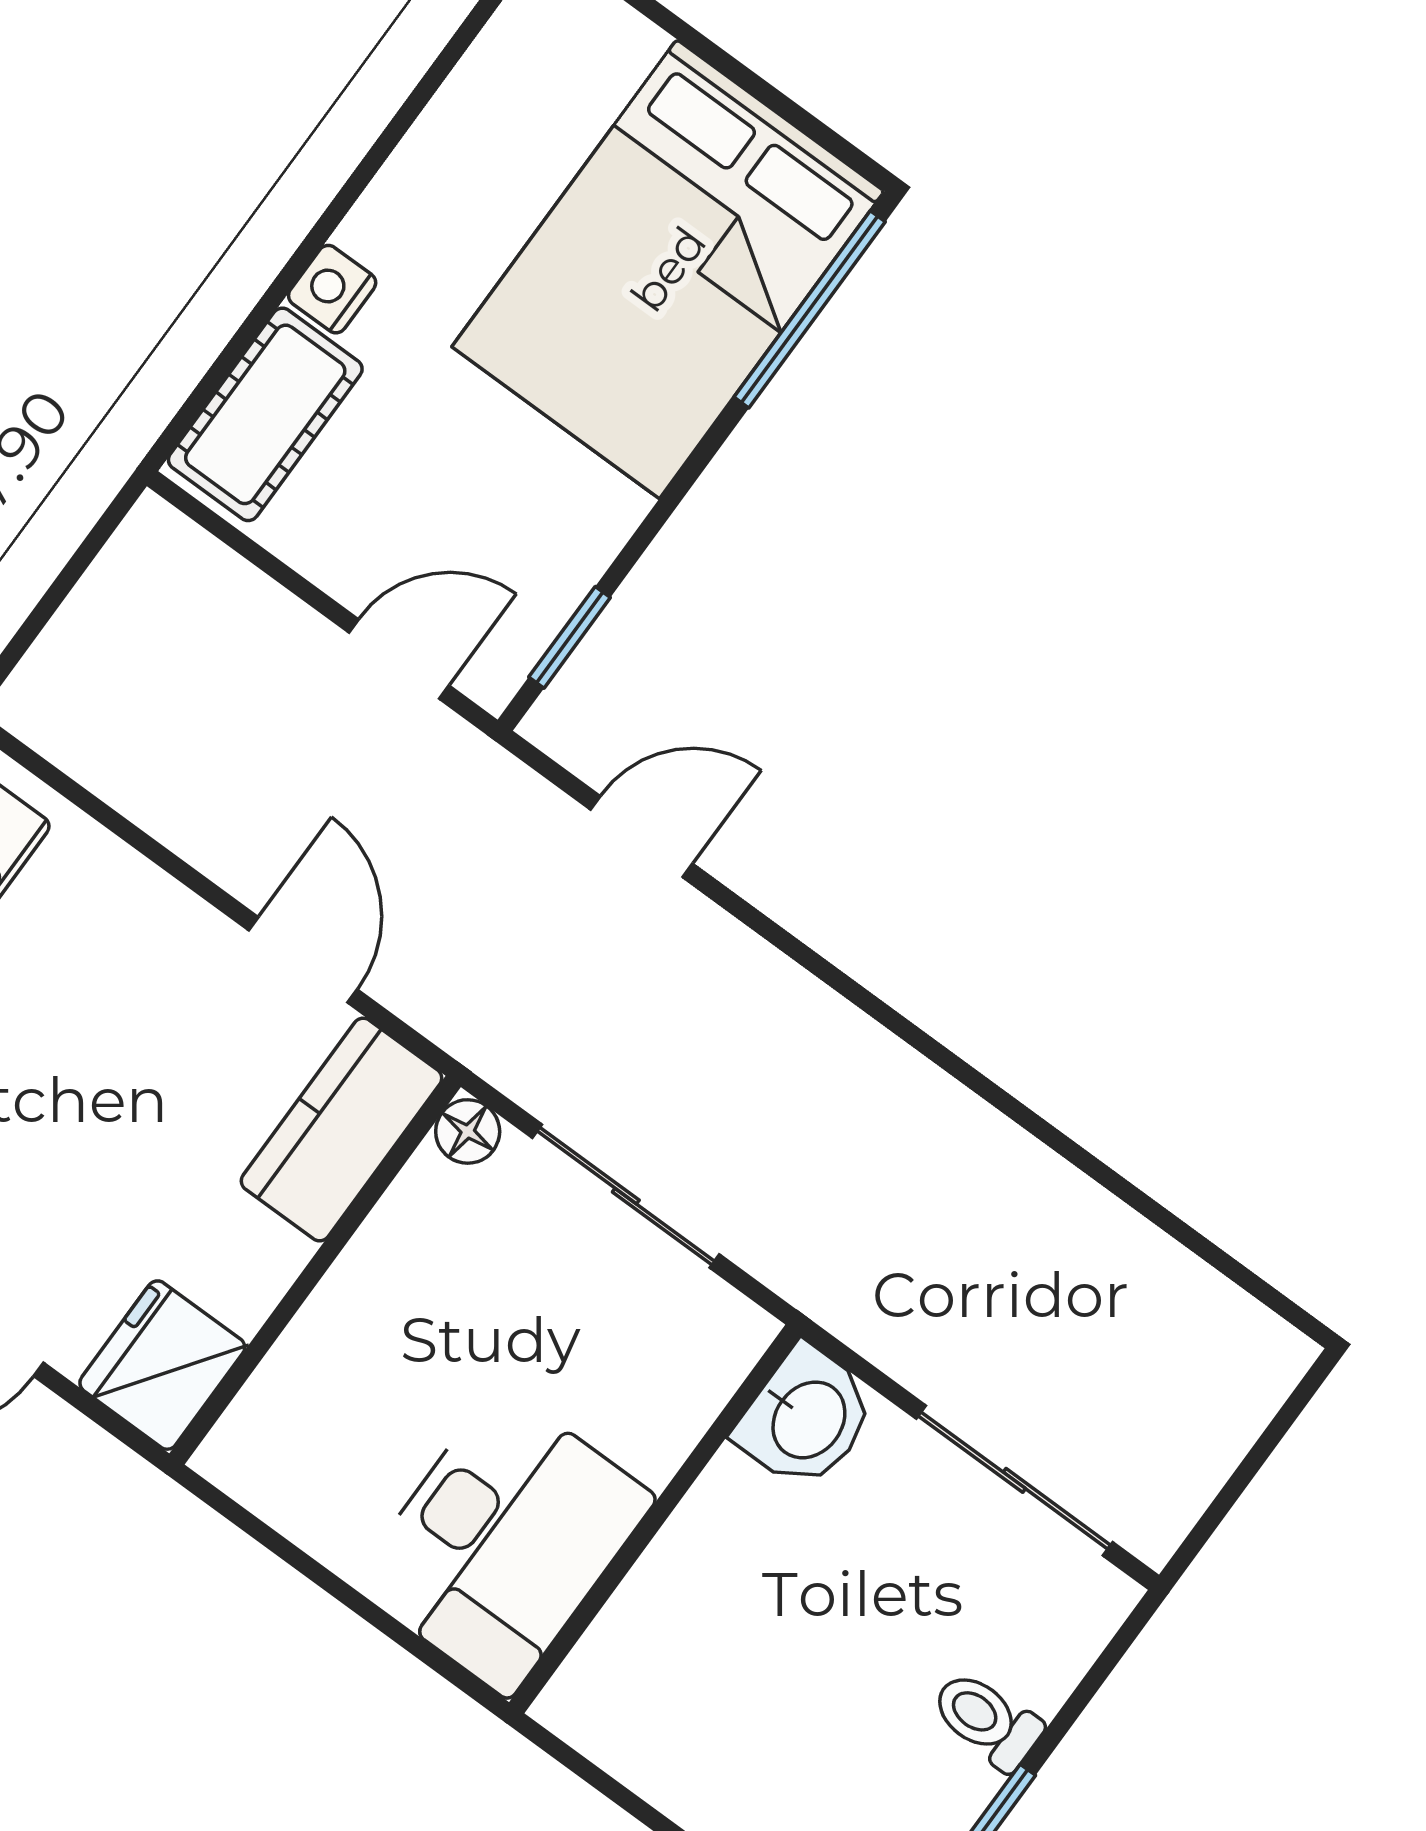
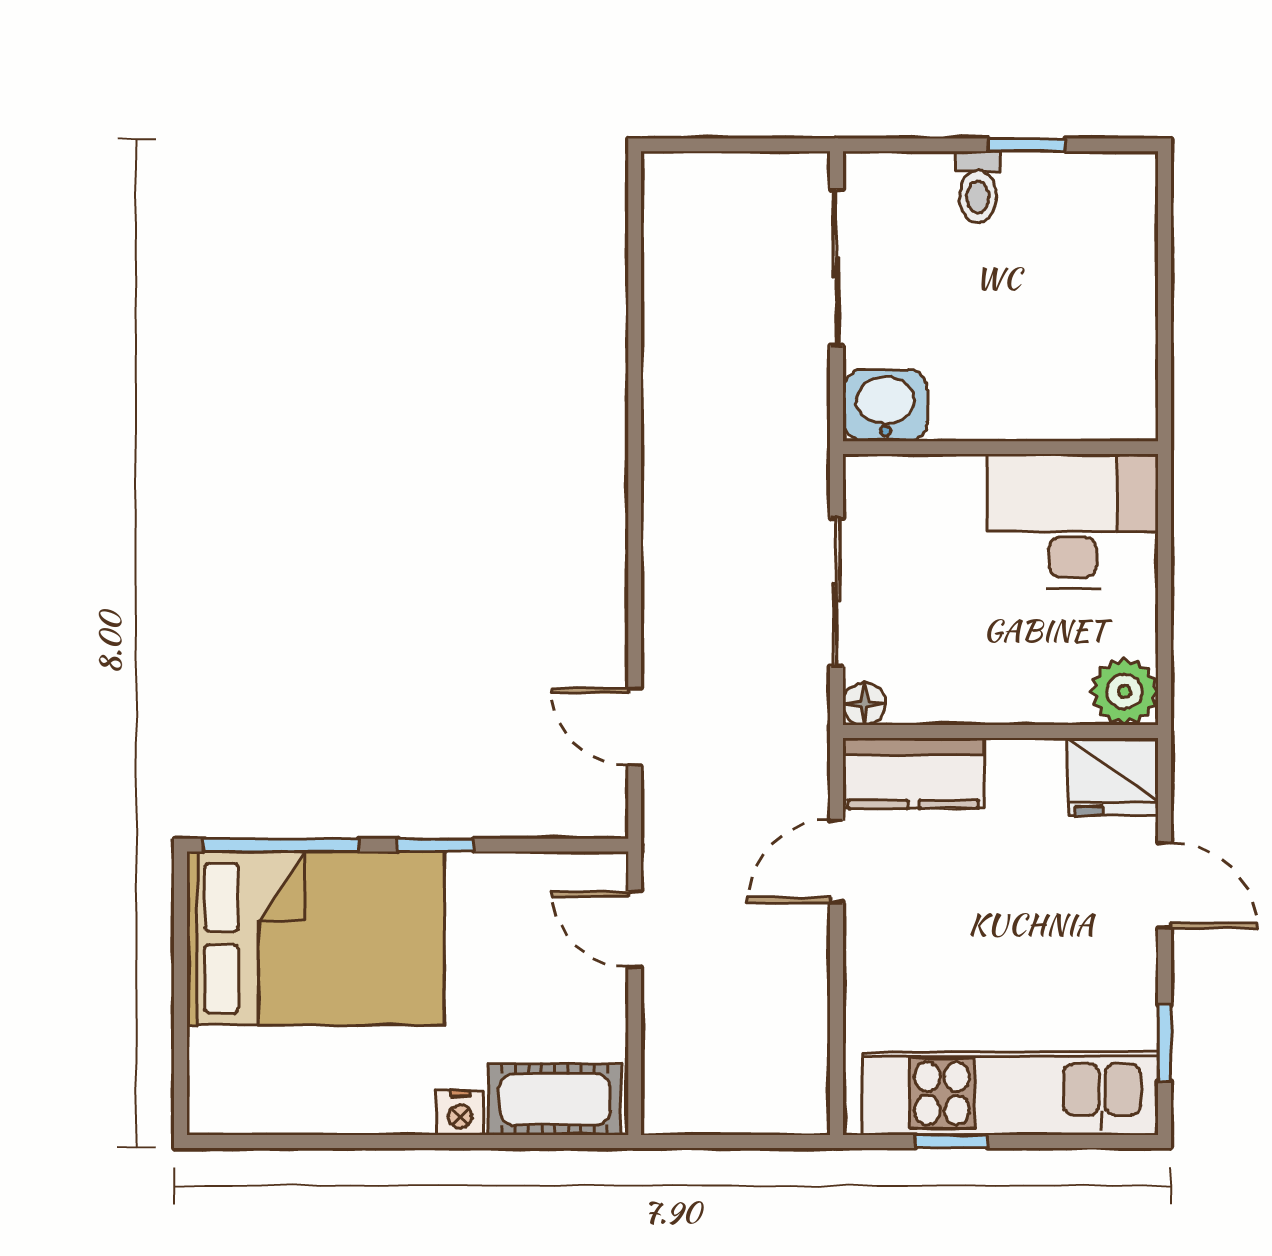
window: (570, 637) -> (435, 845), moved
plant: (254, 1454) -> (1124, 691), added

